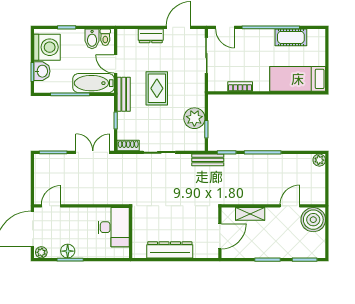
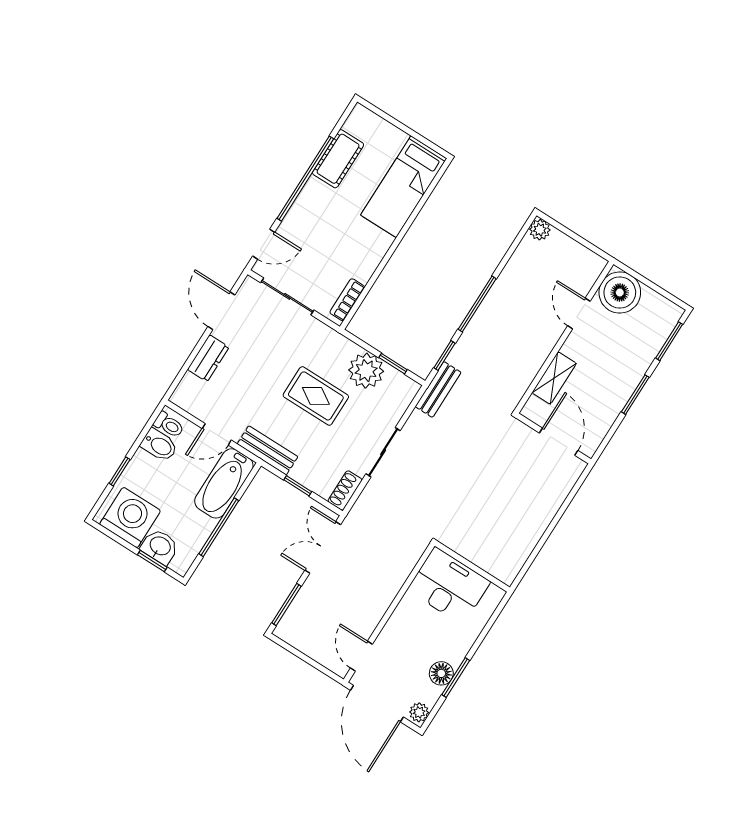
bookcase: (240, 86) -> (347, 300), moved
rug: (157, 88) -> (316, 396), moved
dresser: (170, 250) -> (533, 526), removed

